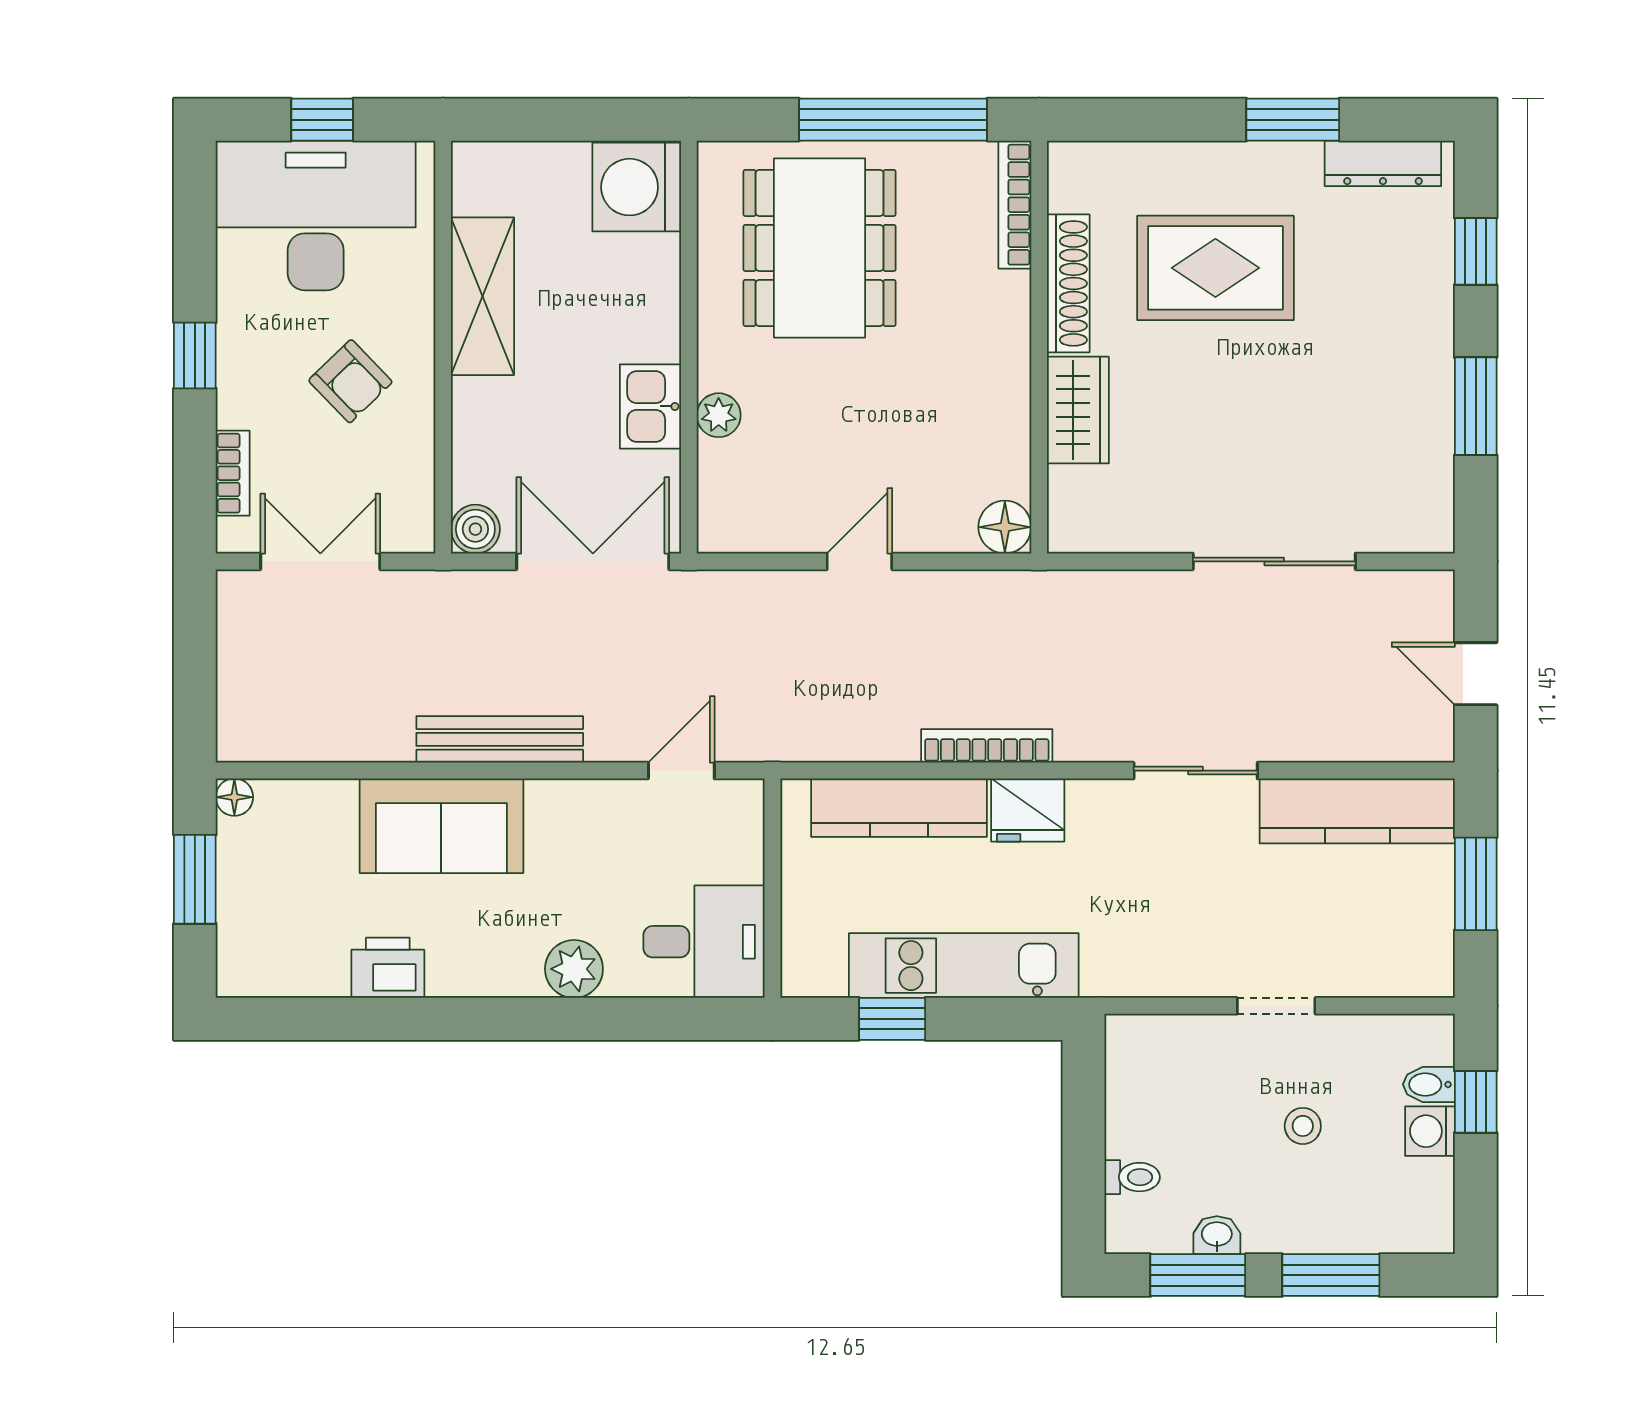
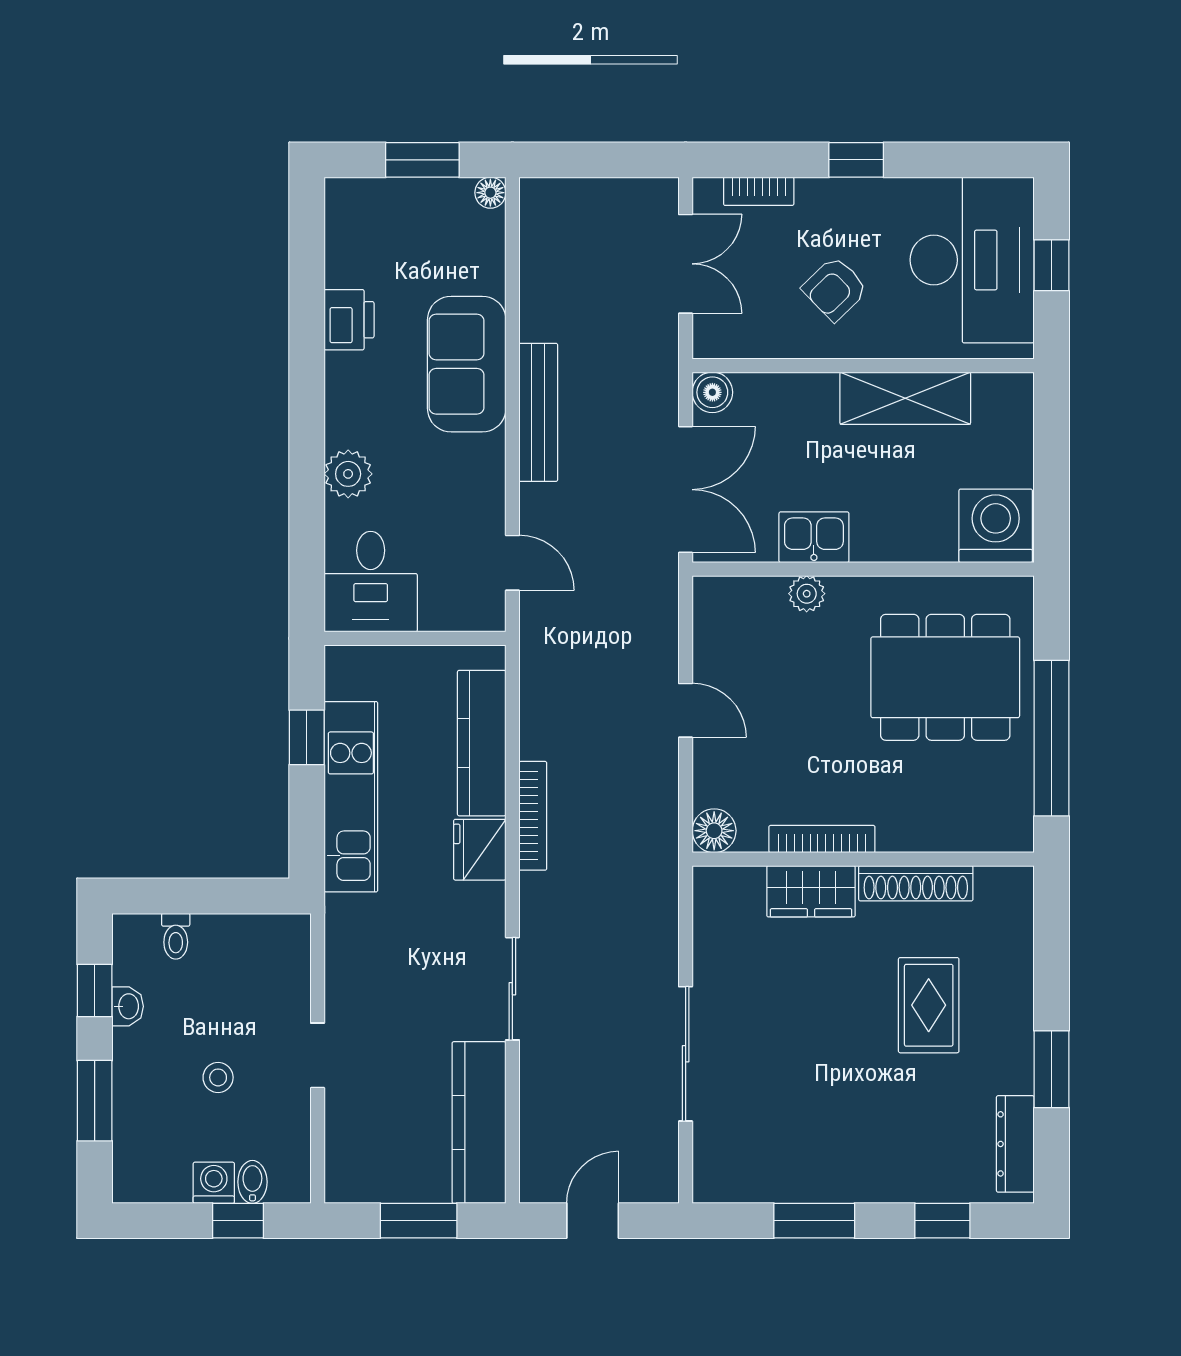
bookcase: (1015, 205) -> (822, 839), moved
rug: (1215, 268) -> (929, 1005), width x0.73, depth x0.70
window: (1198, 1275) -> (95, 991), width x0.67

